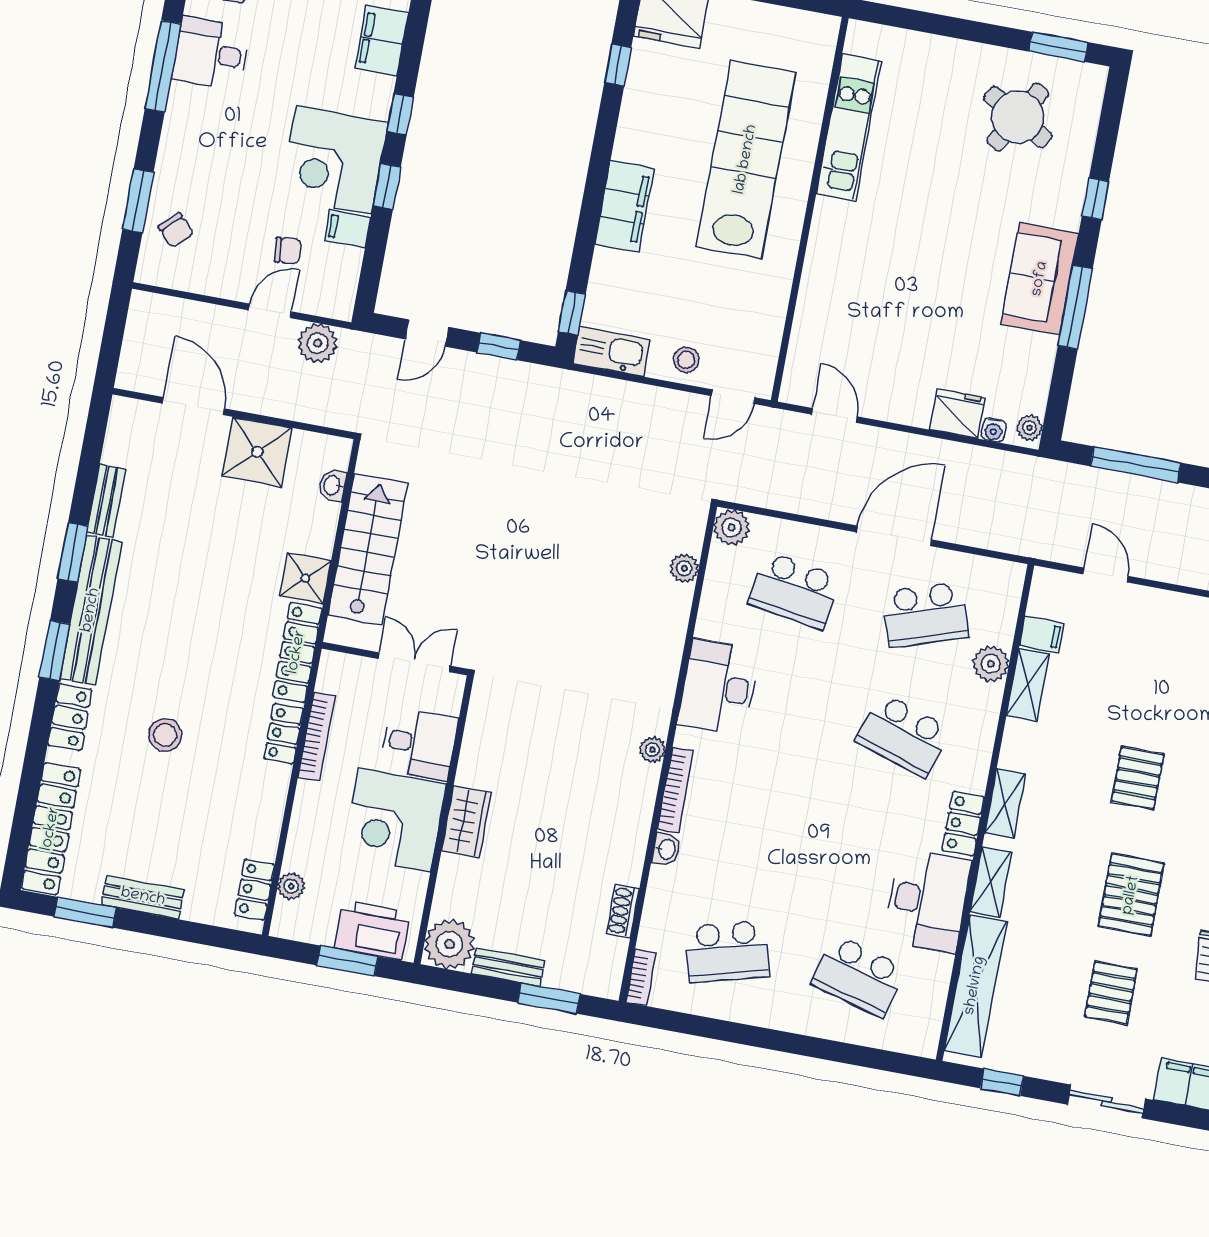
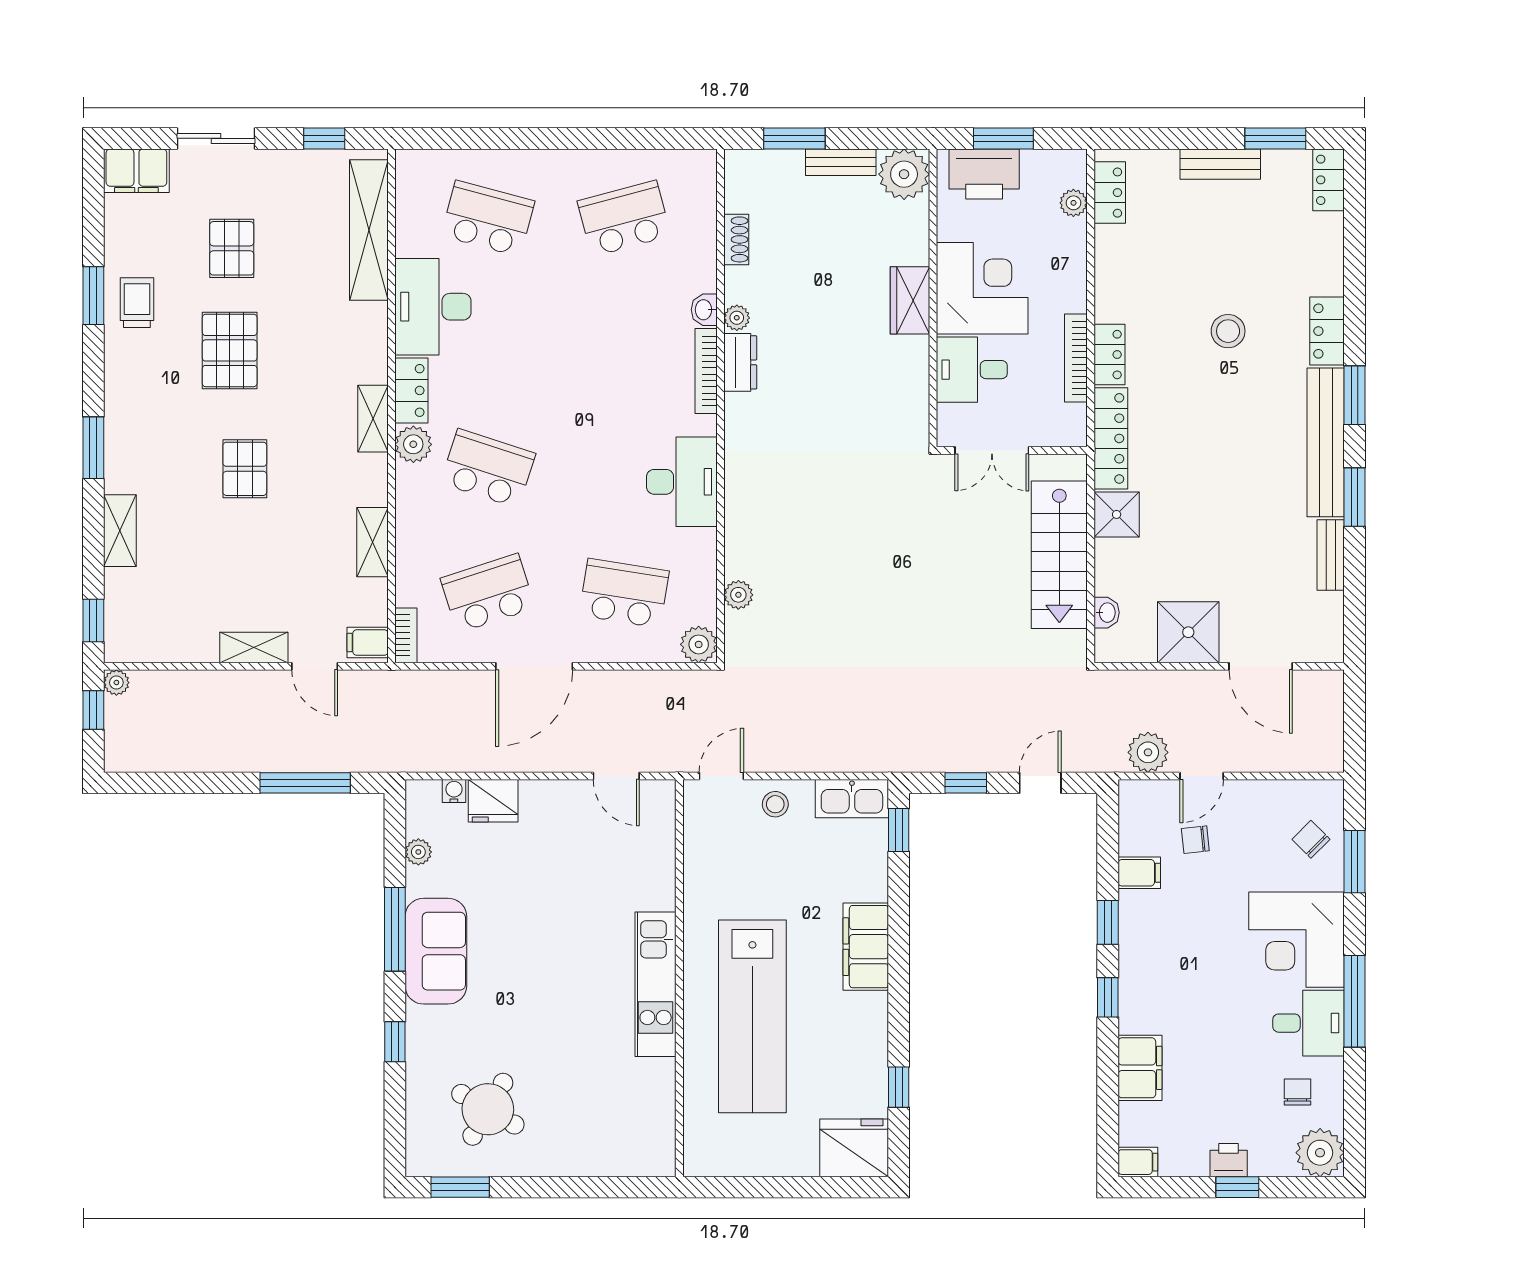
kitchen unit: (849, 127) -> (656, 984), moved
corner desk: (334, 160) -> (1297, 940), moved, turned 180
plant: (1030, 428) -> (418, 852), moved
filing cabinet: (1042, 634) -> (368, 643), moved
plant: (991, 664) -> (413, 444), moved
plant: (652, 750) -> (737, 318), moved
dresser: (641, 792) -> (740, 362), added
locker: (51, 829) -> (1329, 180), width x0.46, depth x0.83
shelving: (991, 882) -> (254, 648), moved, turned 90
bookcase: (641, 978) -> (406, 635), moved, turned 180

